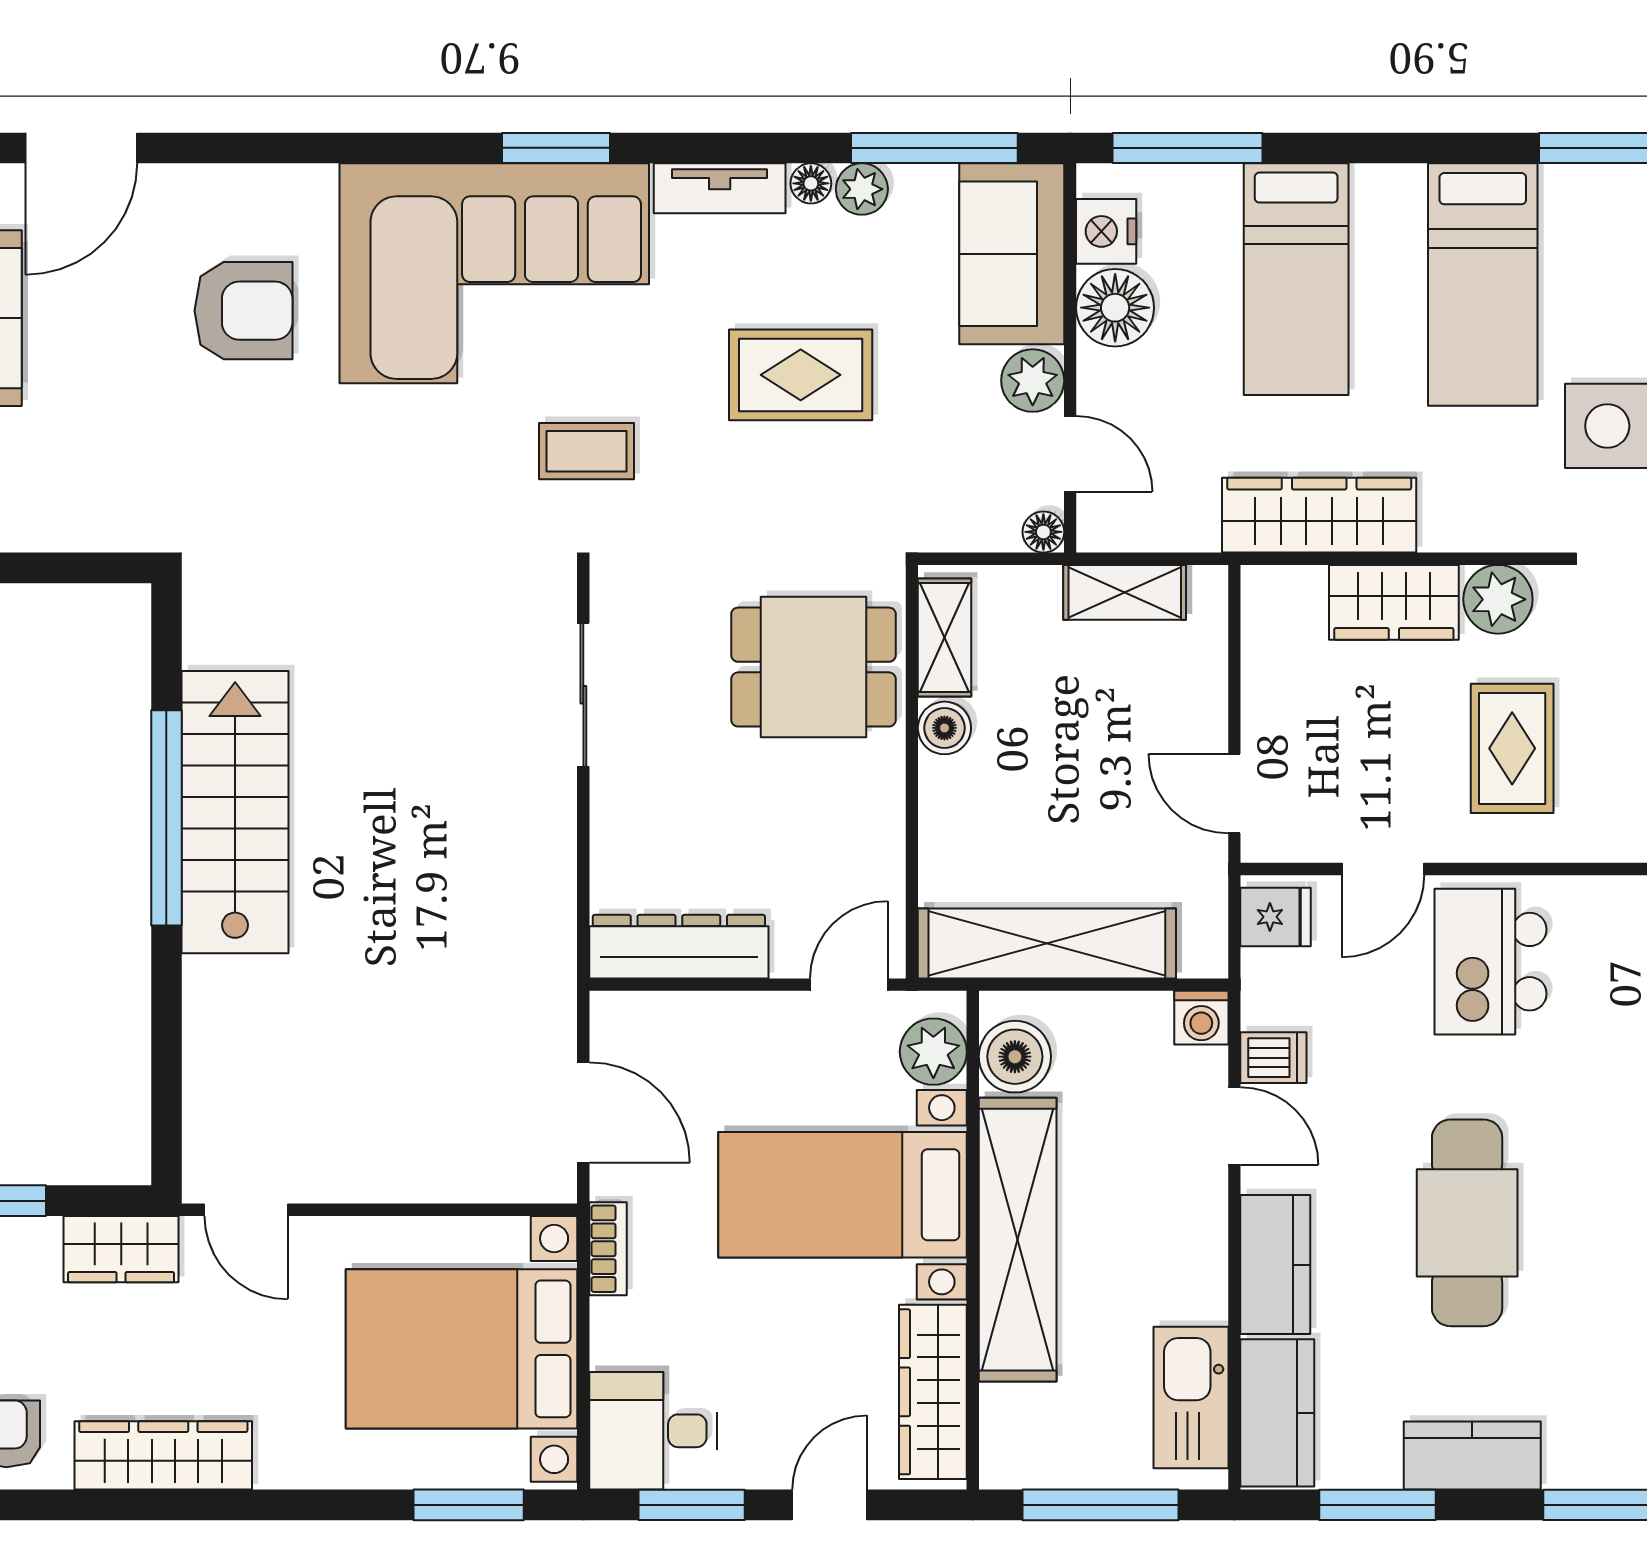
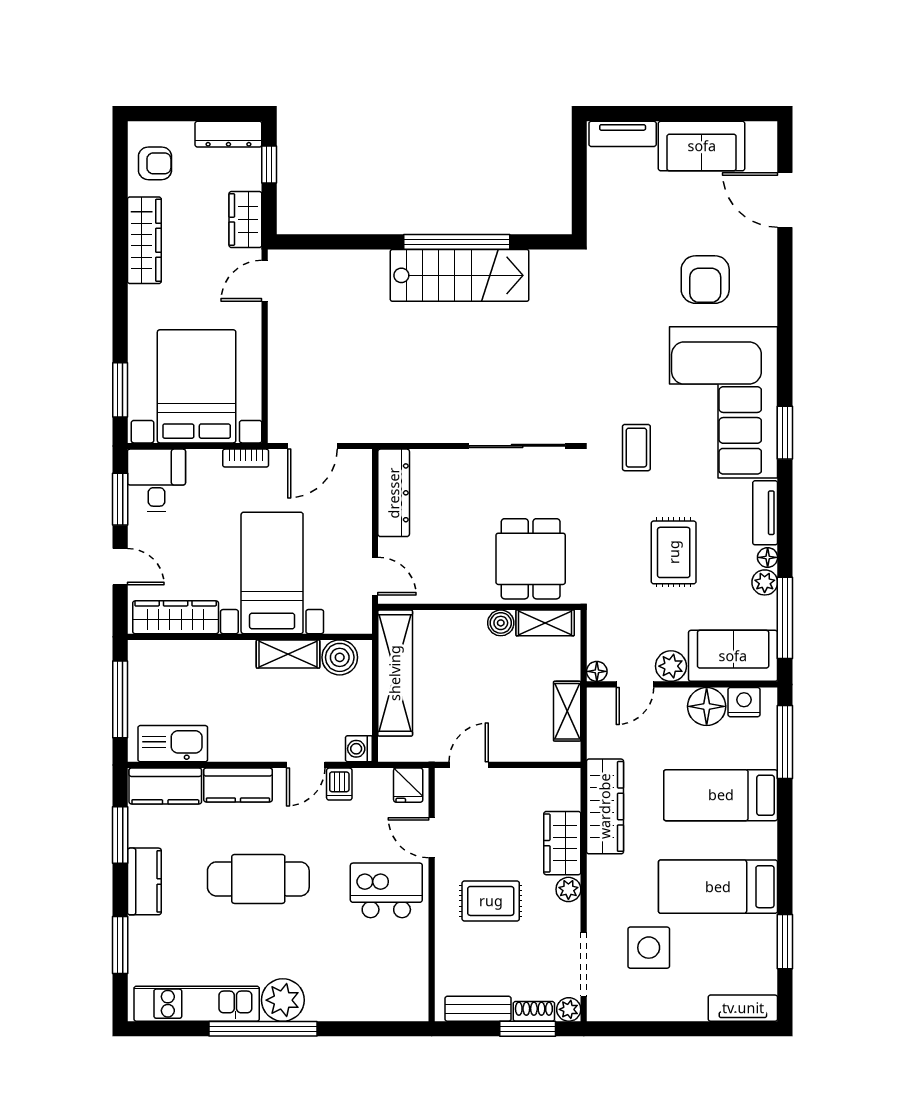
plant: (1498, 599) -> (568, 889), width x0.73, depth x0.73
sliding door: (583, 695) -> (517, 446), width x1.37
plant: (933, 1052) -> (342, 617), removed
shelving: (1018, 1240) -> (288, 654), width x0.45, depth x0.75

